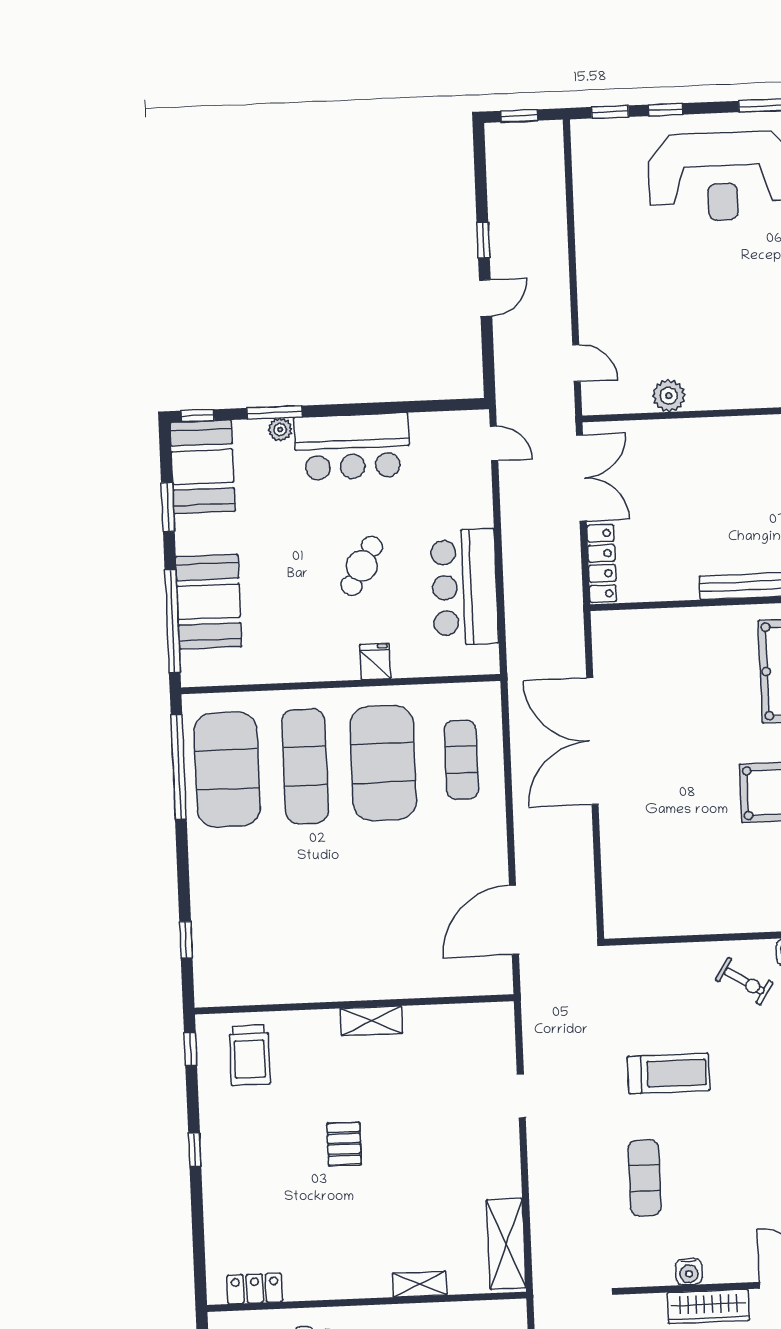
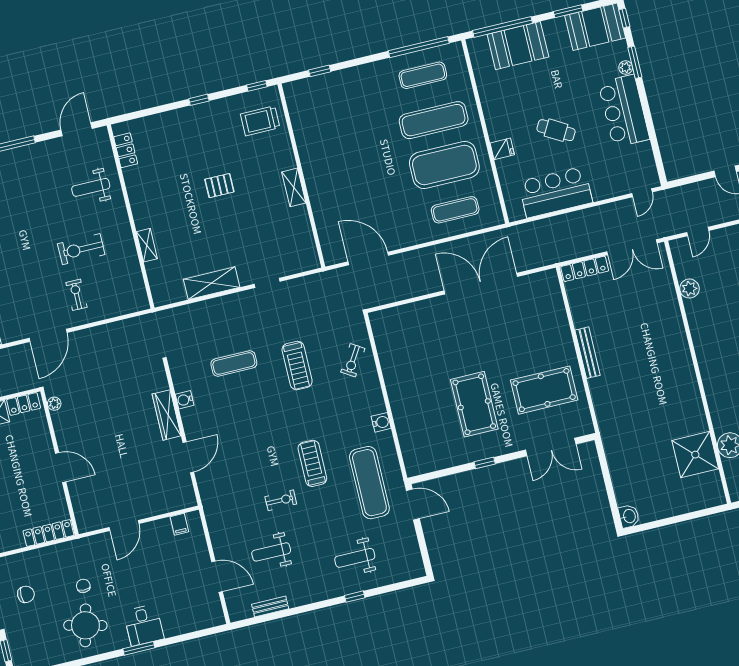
exercise mat: (227, 770) -> (423, 75), width x0.50, depth x0.69
exercise bike: (744, 981) -> (353, 360), moved
shelving: (506, 1244) -> (212, 283), moved

